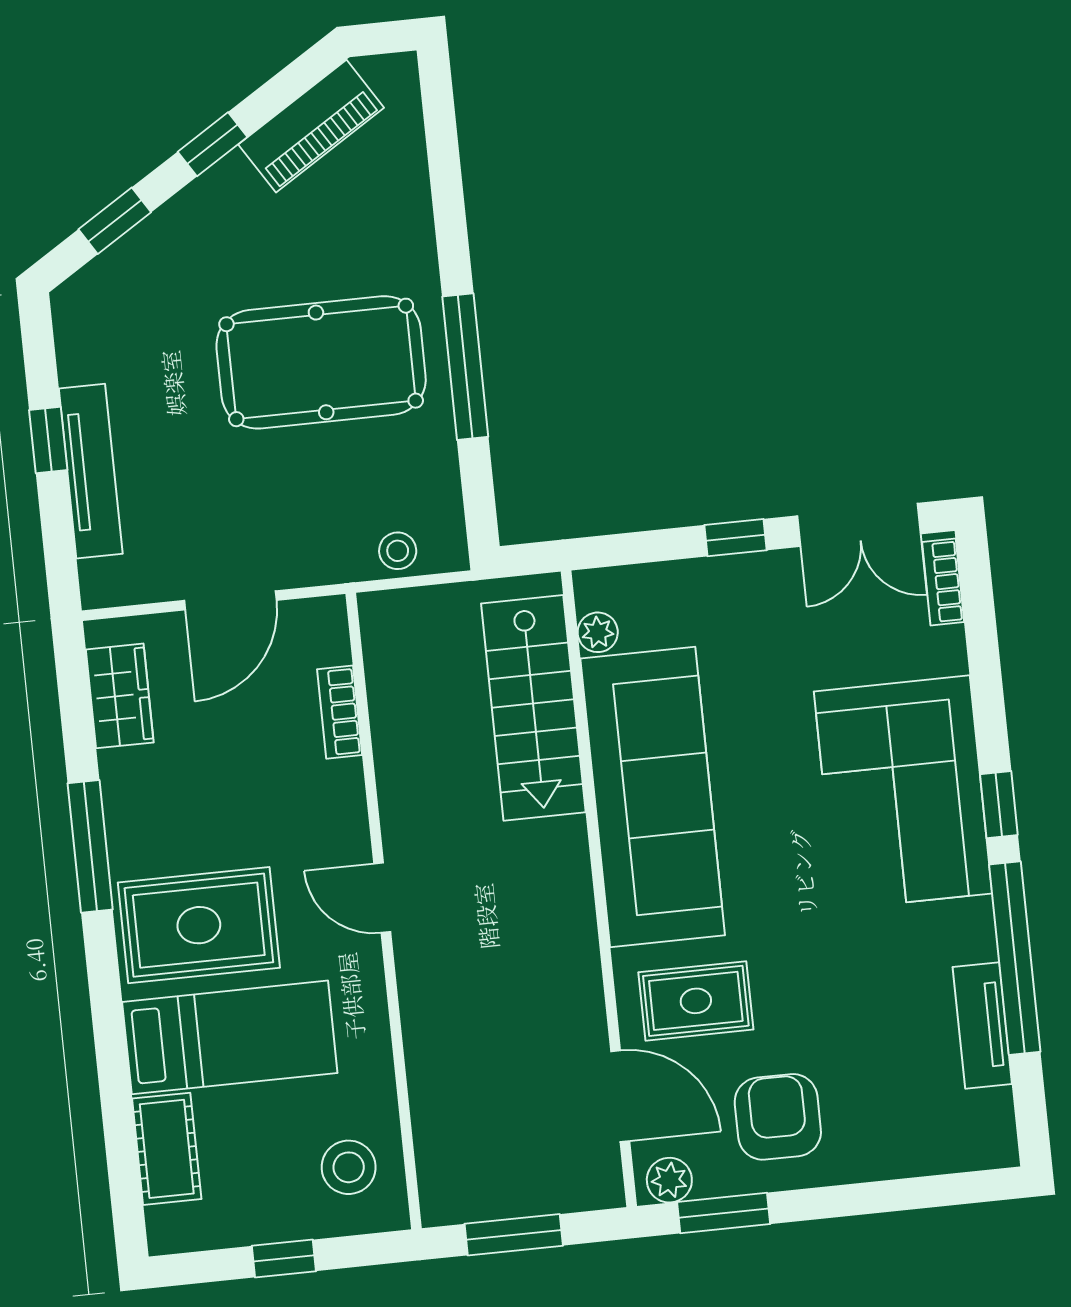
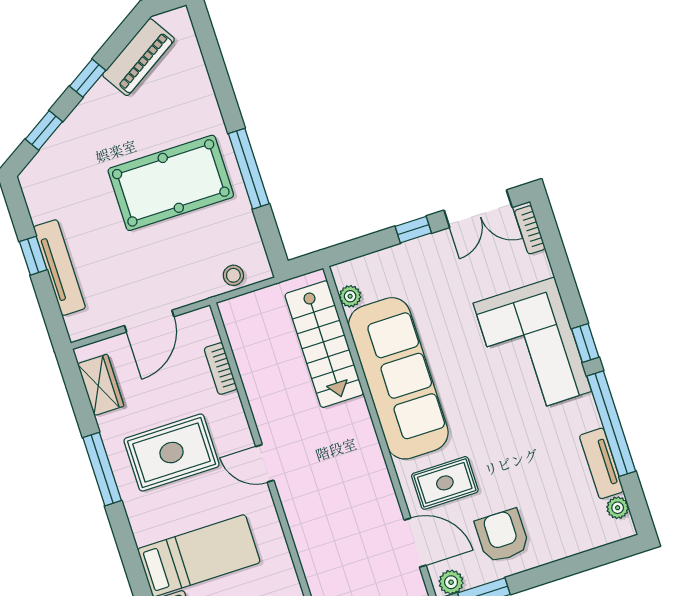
rug: (199, 925) -> (172, 453), moved
plant: (994, 1111) -> (618, 508), added

